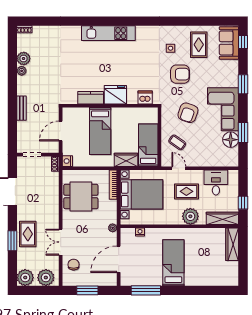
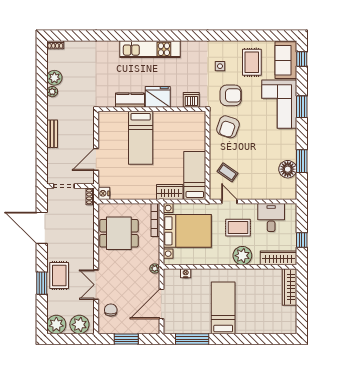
fridge: (115, 95) -> (158, 97), moved
dishwasher: (145, 97) -> (191, 100), moved
kitchen counter: (91, 98) -> (130, 100), moved
wall: (110, 106) -> (152, 109), moved
corner sofa: (223, 109) -> (279, 104), moved
armchair: (188, 113) -> (228, 127), moved
bed: (100, 131) -> (141, 138), moved

